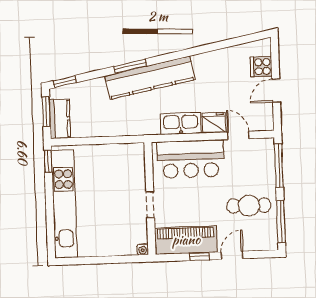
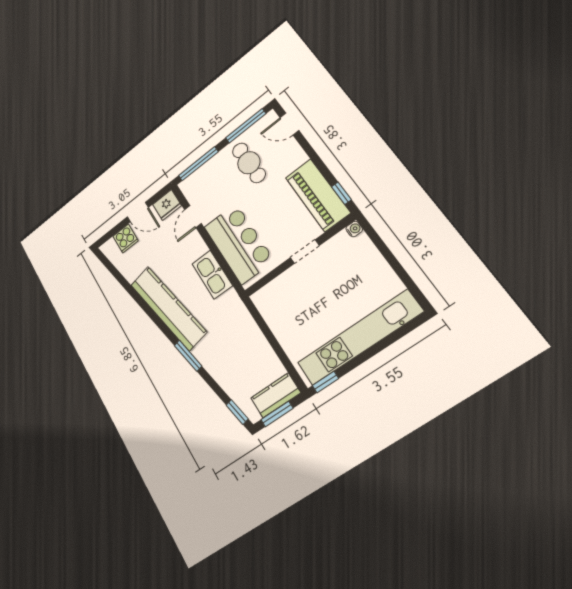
kitchen counter: (150, 78) -> (168, 308), moved
fridge: (214, 123) -> (167, 205), moved, turned -90
door: (232, 255) -> (289, 124), moved
window: (199, 256) -> (341, 193), moved

